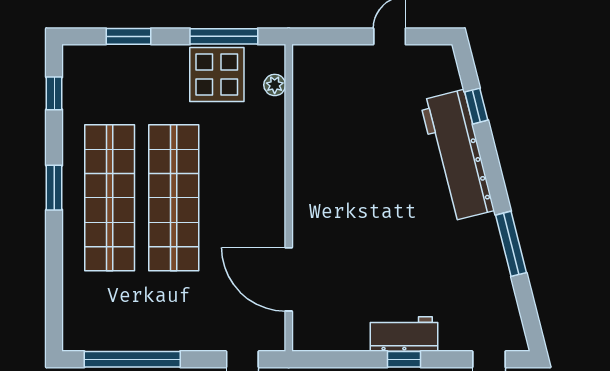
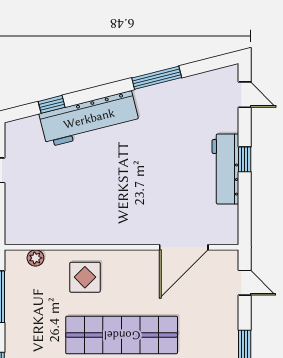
display table: (217, 75) -> (85, 277), moved, width x0.73, depth x0.73
workbench: (404, 334) -> (225, 169), width x1.37

